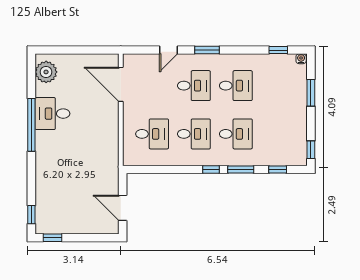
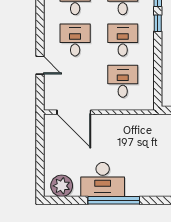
window: (207, 50) -> (40, 27), removed
door: (121, 84) -> (74, 112), hinge flipped
desk: (52, 114) -> (103, 179), width x1.37

